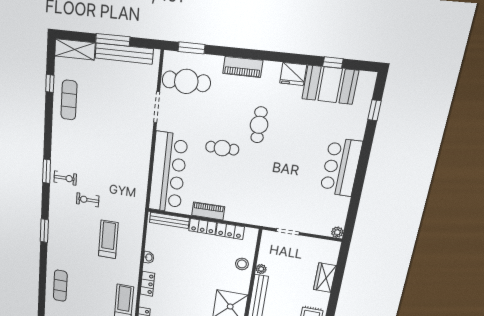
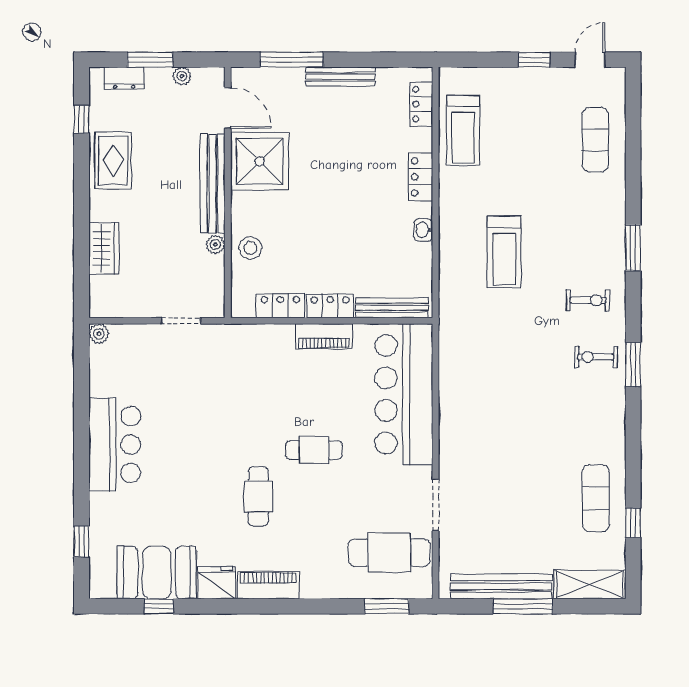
piano: (243, 67) -> (268, 585), moved
exercise bike: (88, 200) -> (588, 300), moved

